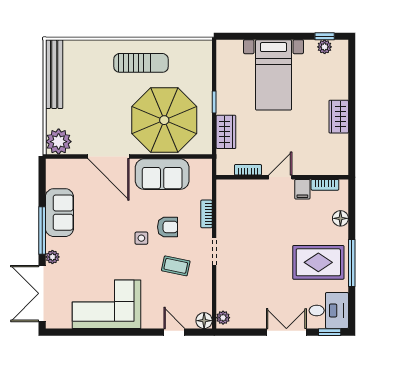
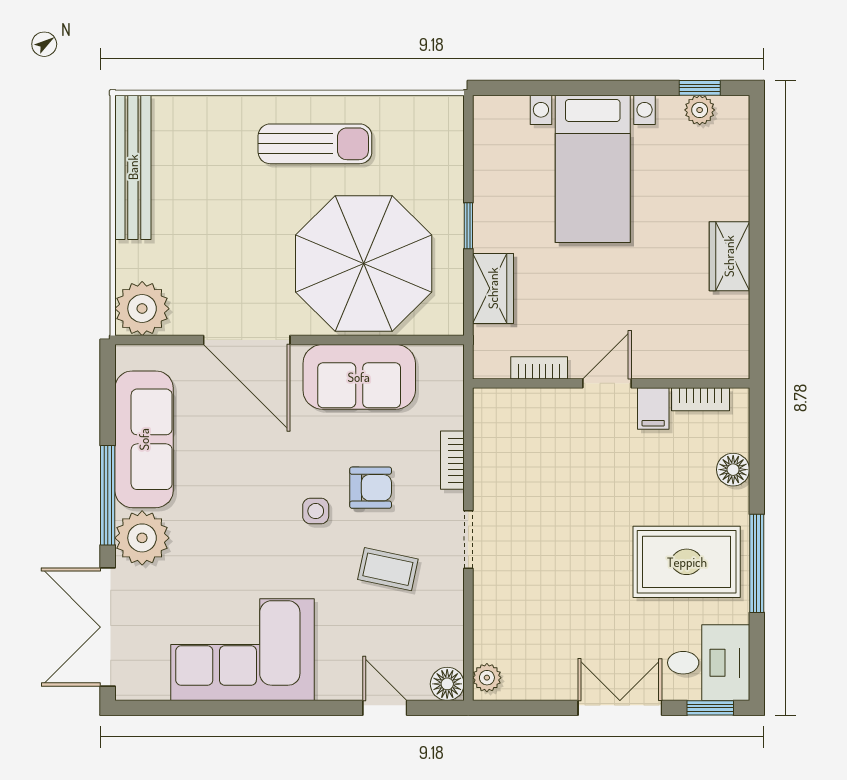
sofa: (59, 213) -> (144, 439), width x1.36
plant: (52, 257) -> (142, 538), width x1.88, depth x1.88

